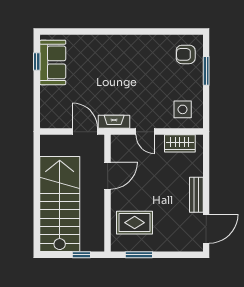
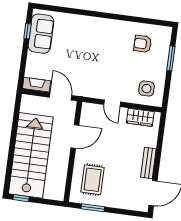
armchair: (186, 54) -> (143, 44), moved
fireplace: (114, 122) -> (36, 85), moved
rug: (135, 223) -> (93, 180), turned 90
window: (81, 255) -> (21, 198), moved

